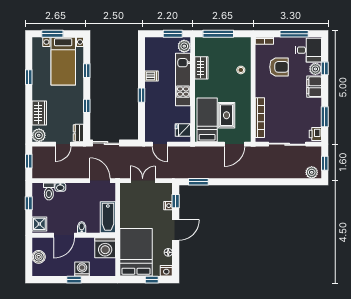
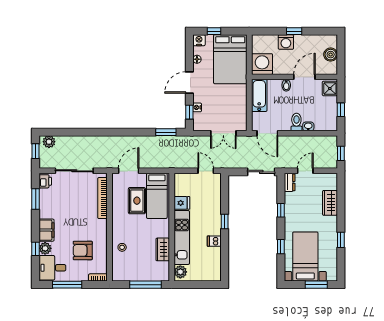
window: (173, 34) -> (192, 285), removed
fridge: (183, 130) -> (182, 203), moved
plant: (39, 135) -> (330, 180), removed
toilet: (49, 191) -> (296, 122), moved

